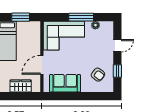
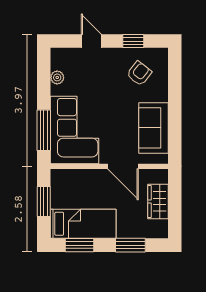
window: (81, 17) -> (44, 130), moved

